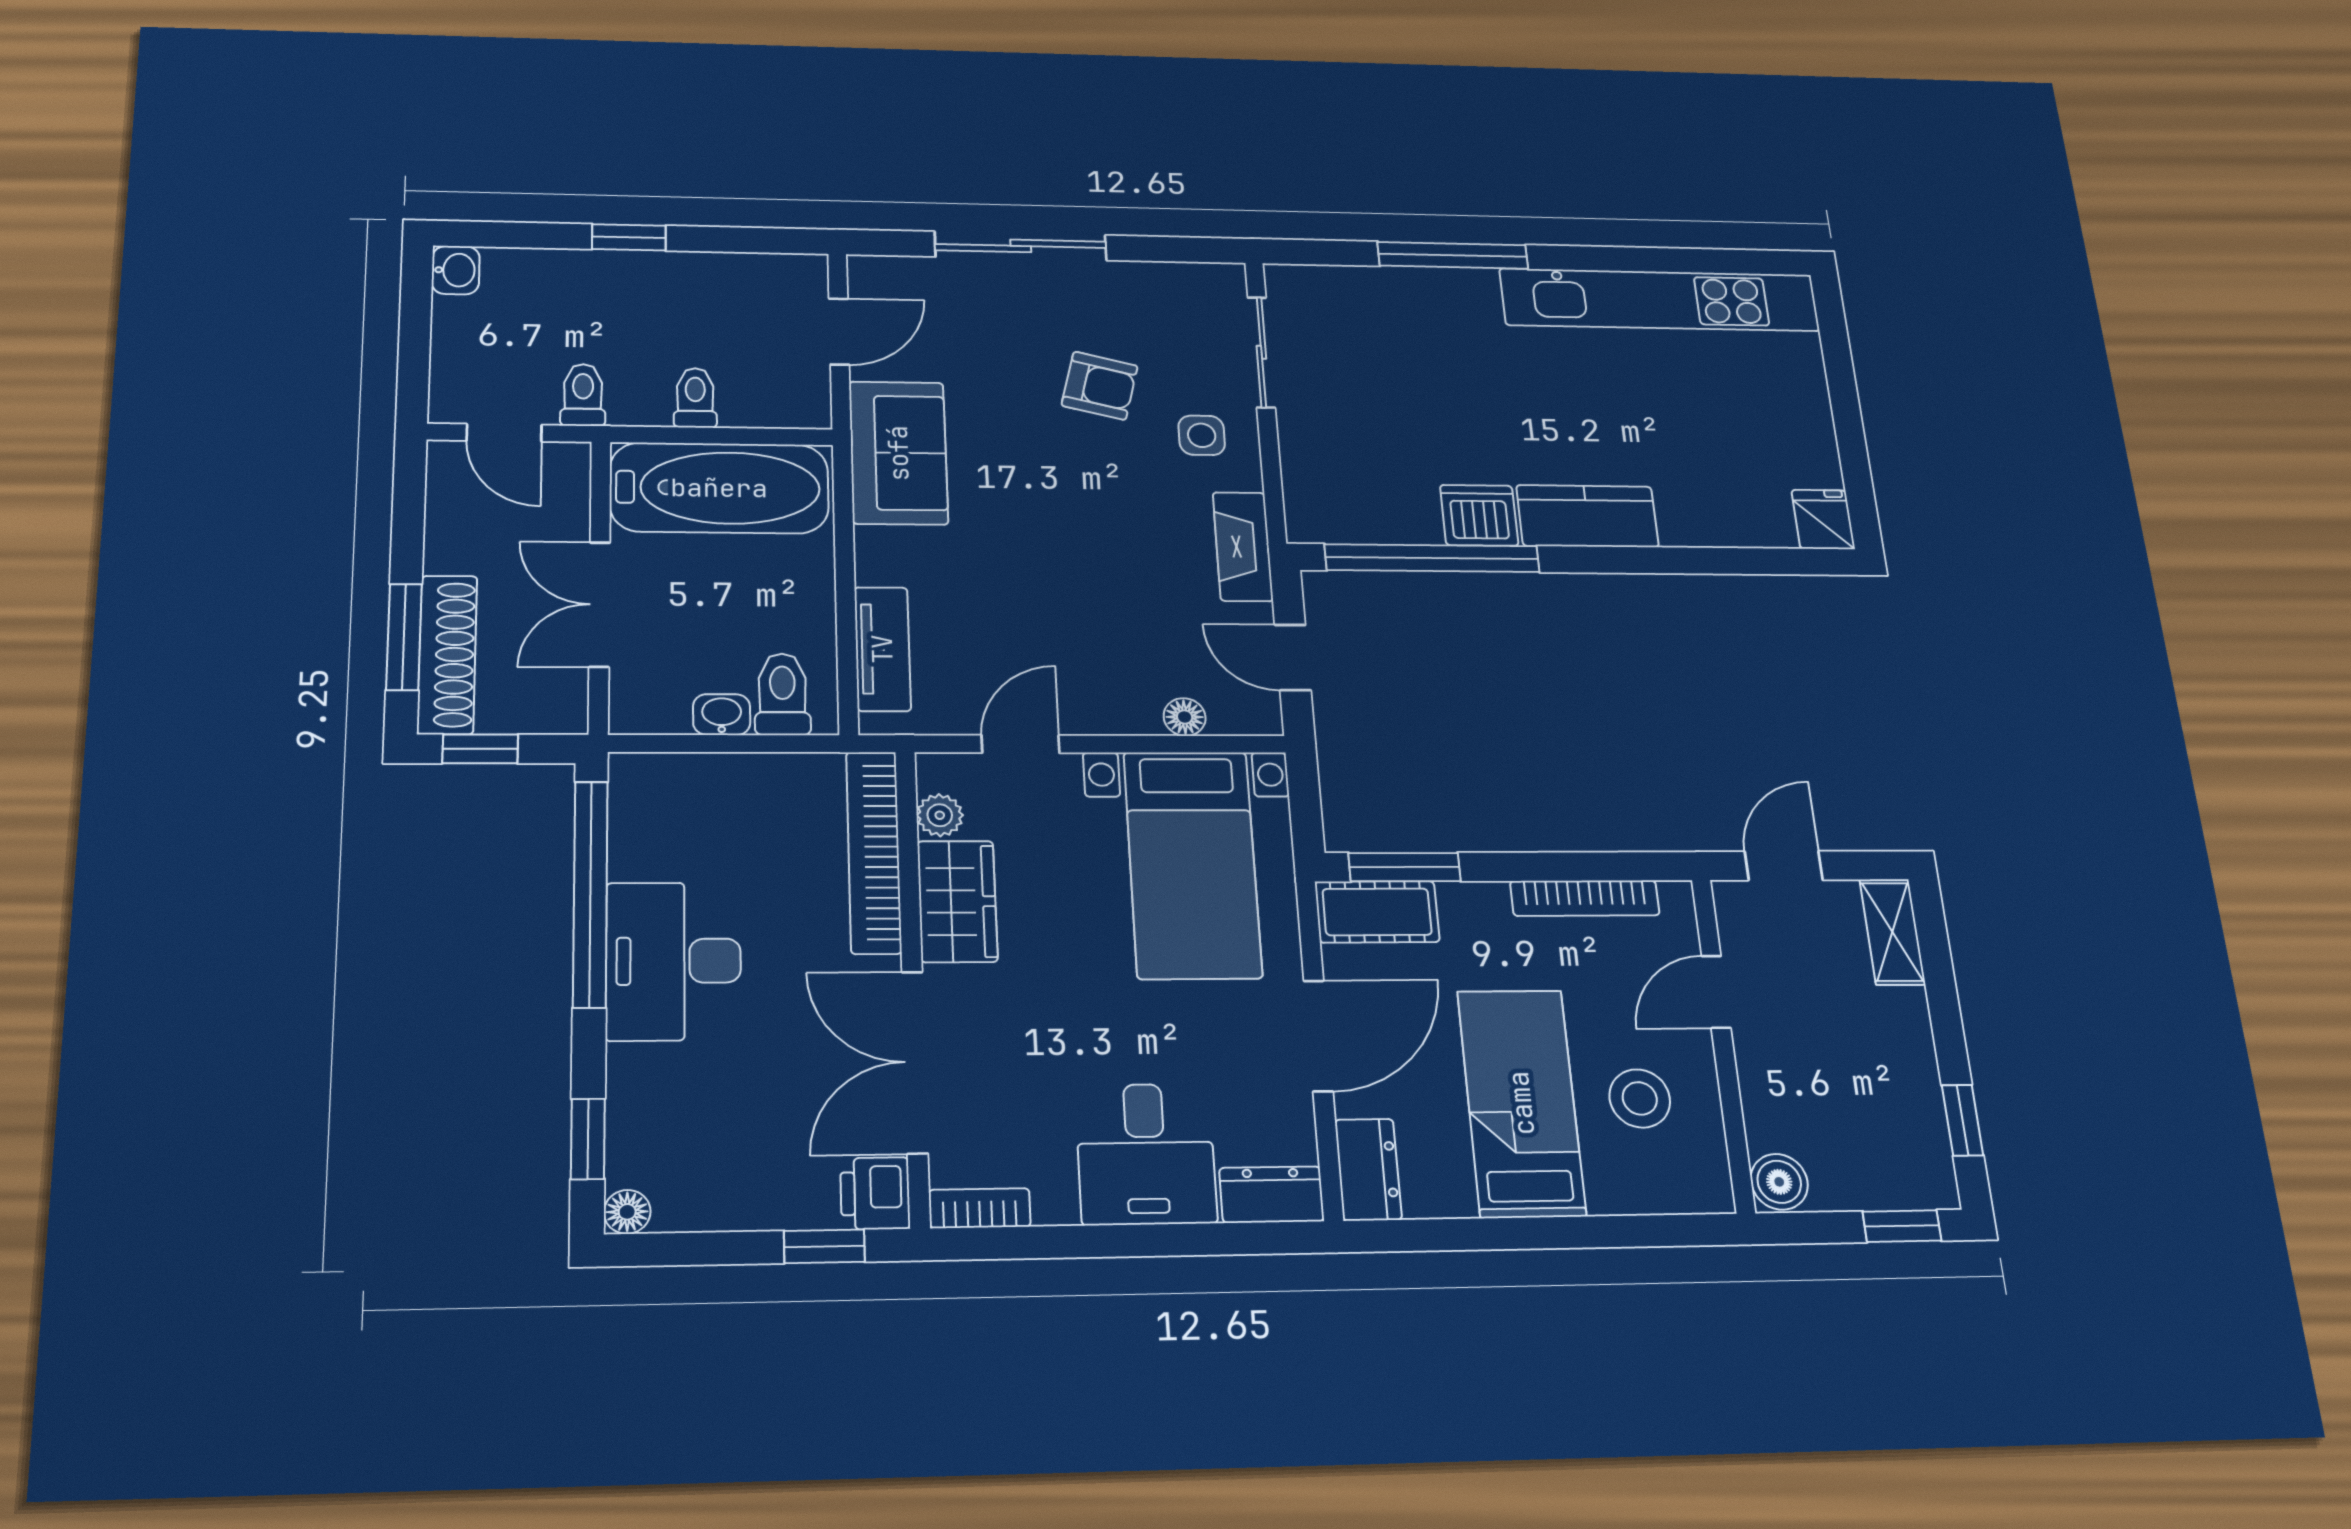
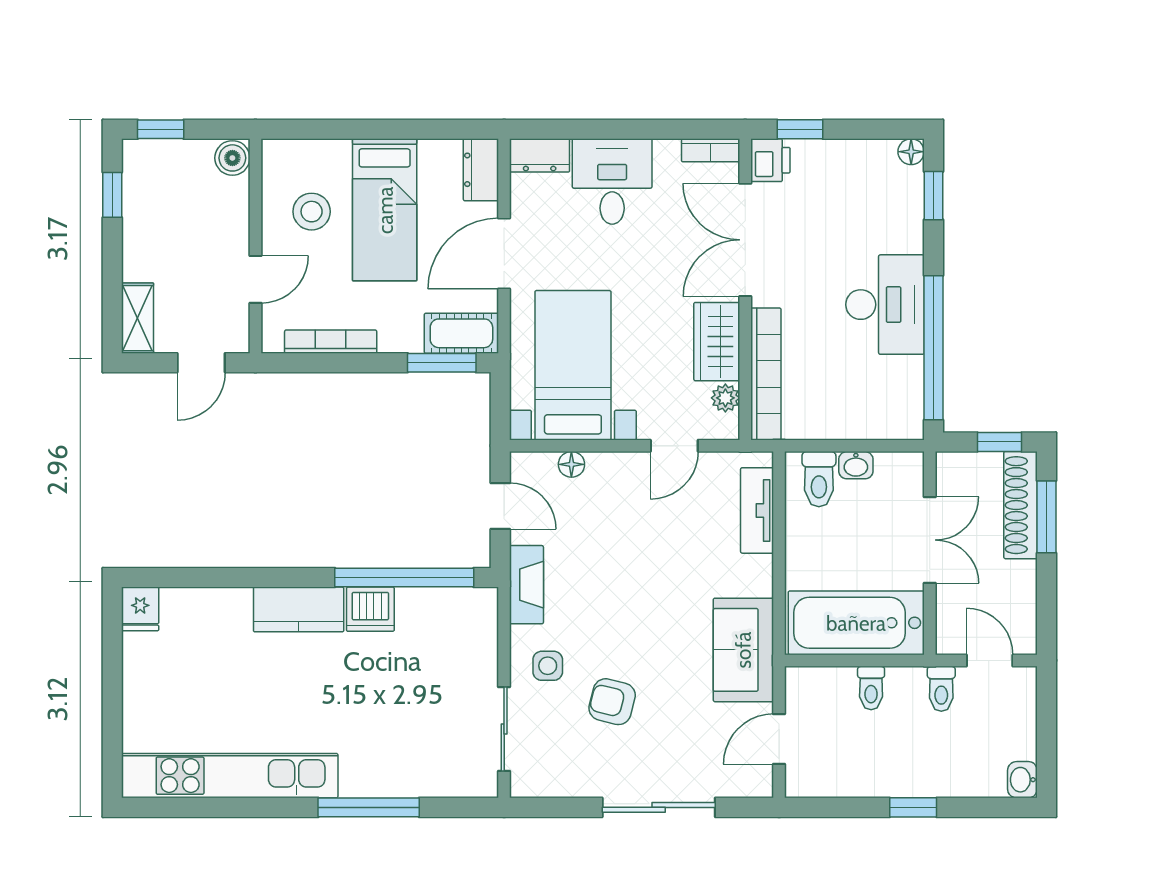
double door: (915, 1062) -> (745, 240), swing flipped

